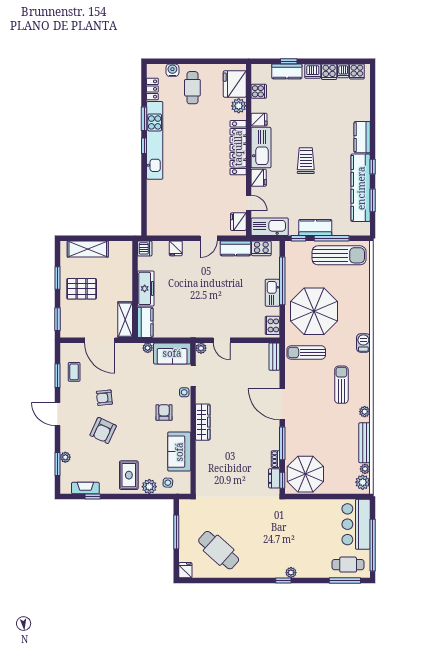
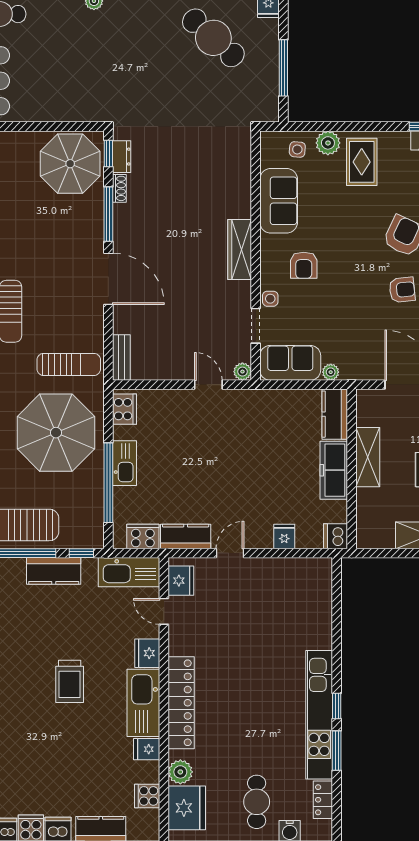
shelving: (125, 320) -> (368, 457), moved

